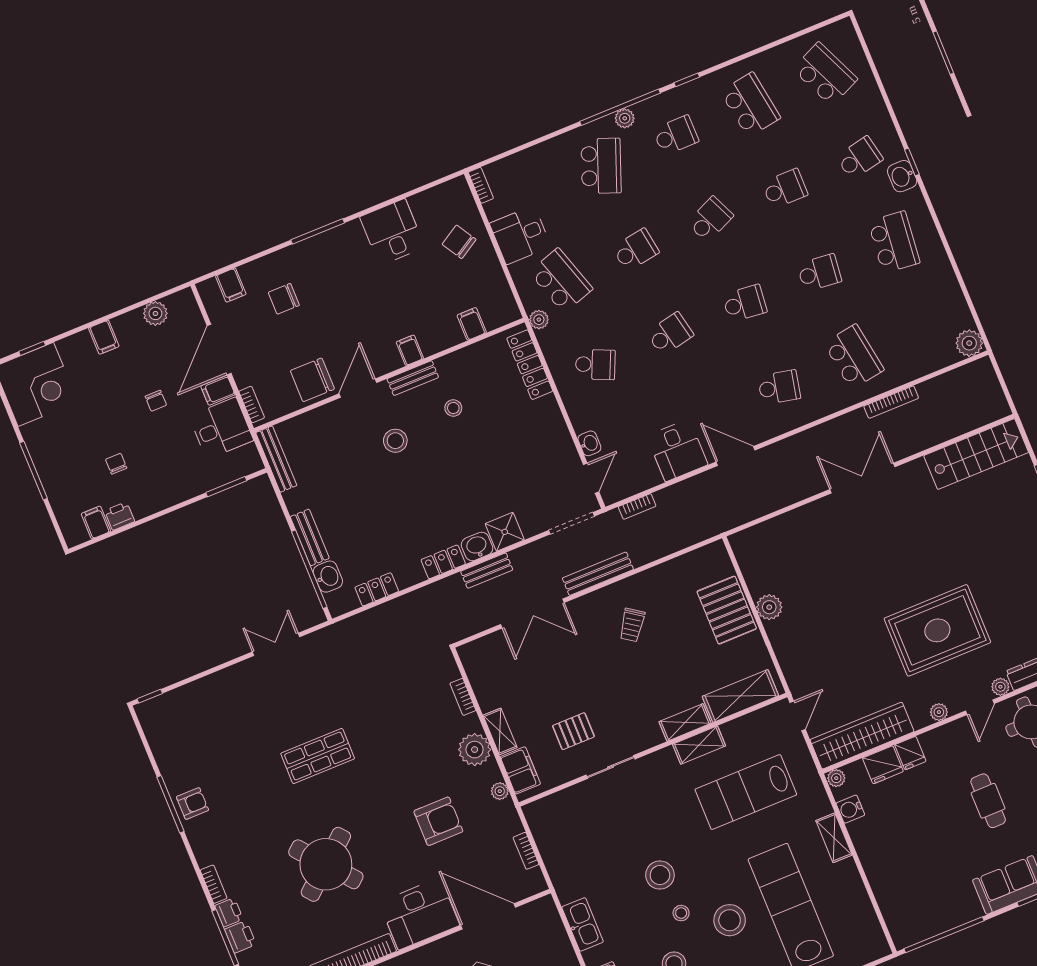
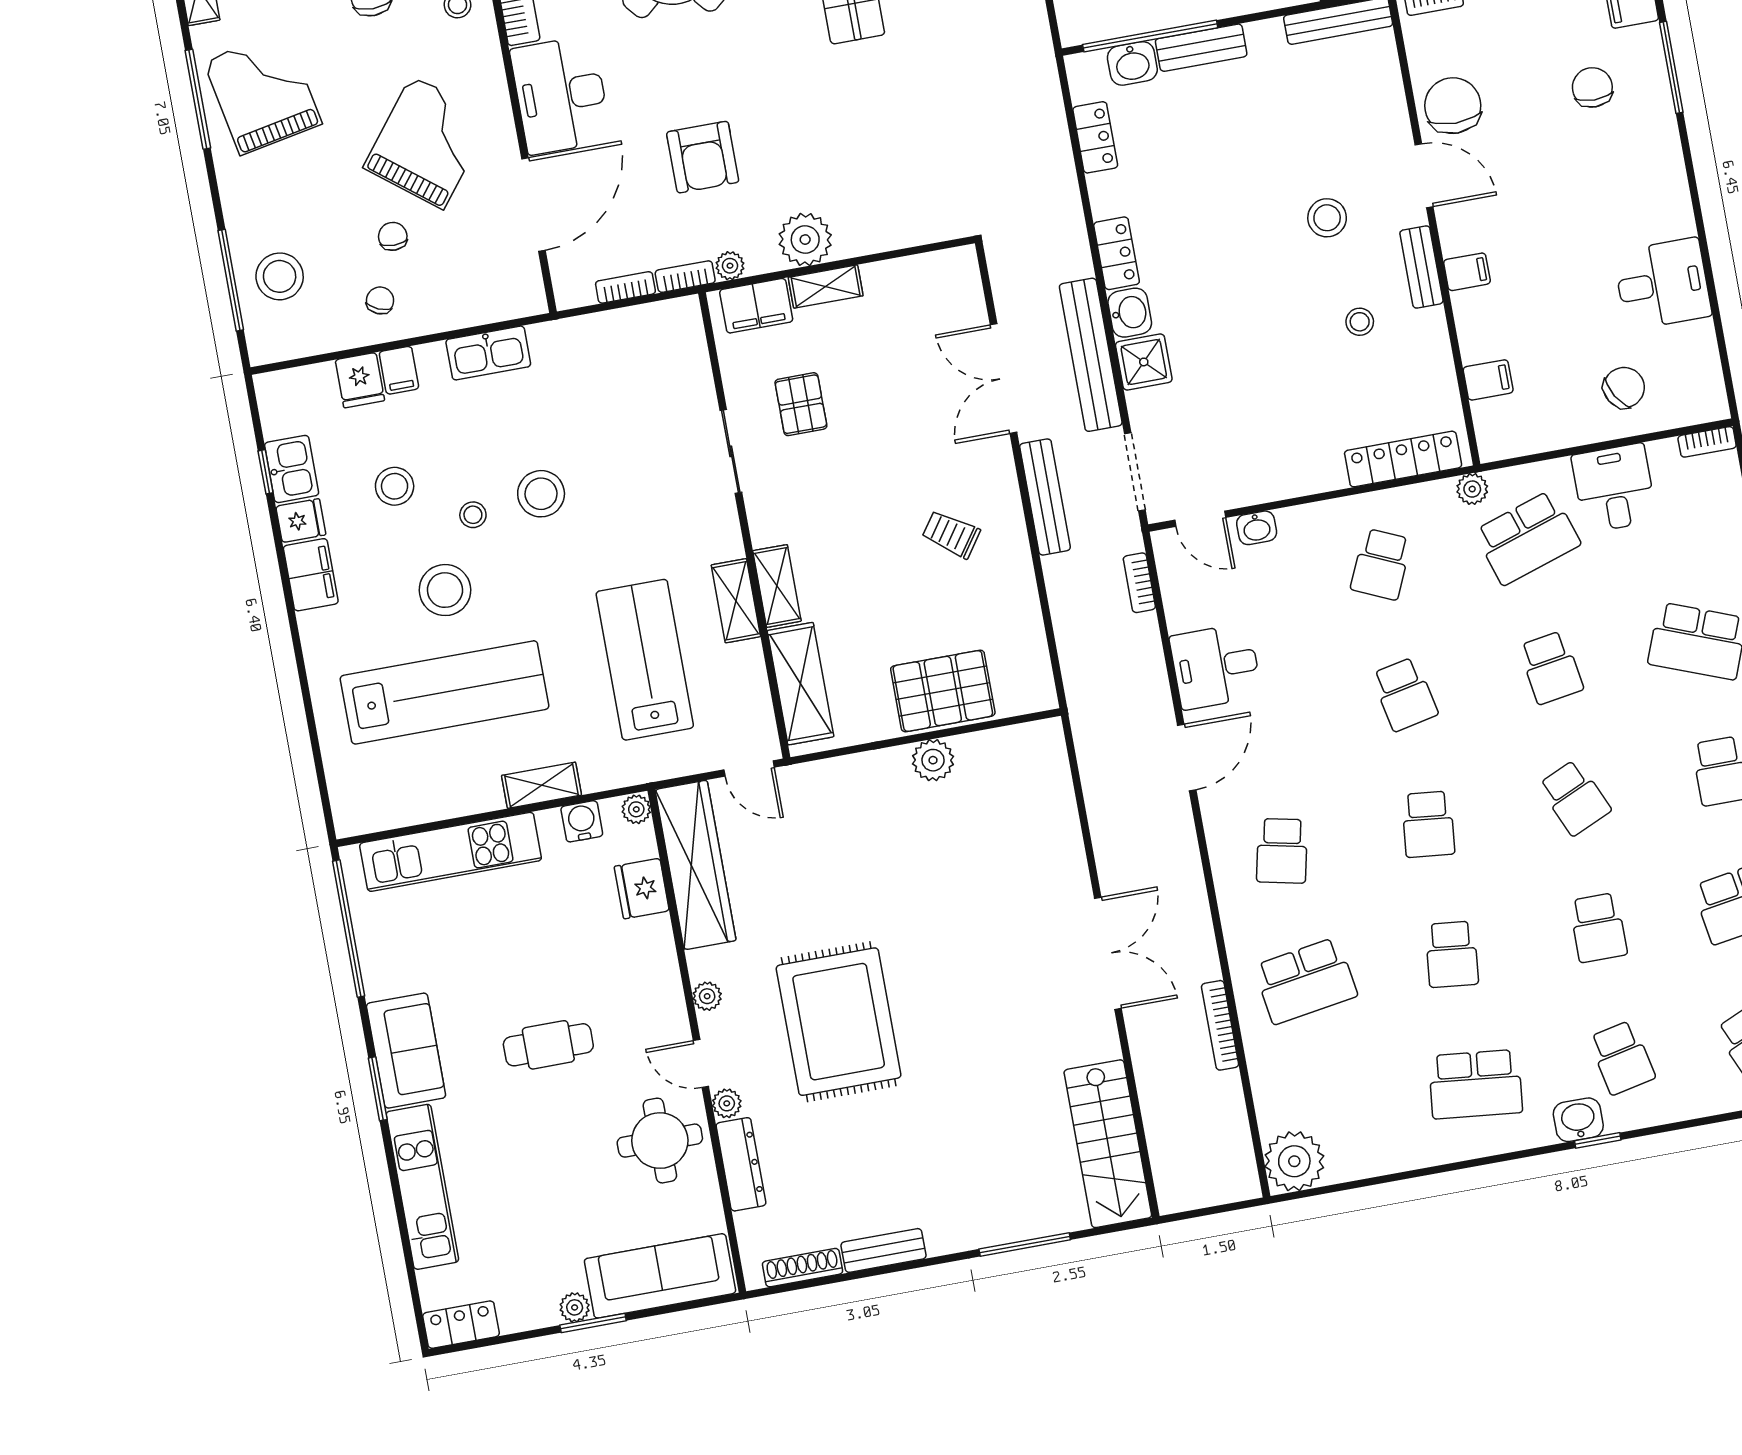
window: (318, 231) -> (1671, 67), moved
plant: (969, 343) -> (1294, 1161), width x1.36, depth x1.36
bench: (487, 571) -> (1091, 355), width x1.86, depth x1.21
bookcase: (463, 697) -> (685, 277), moved
fridge: (910, 753) -> (651, 936), removed
kitchen unit: (885, 884) -> (451, 852), added

